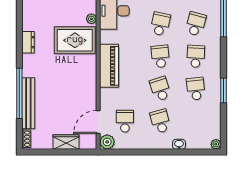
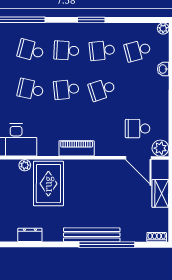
dresser: (28, 42) -> (30, 235), moved
piano: (109, 66) -> (77, 148), width x0.73, depth x0.75
window: (224, 90) -> (91, 20), moved
bench: (28, 103) -> (92, 235), moved
school desk: (160, 121) -> (138, 51), moved

